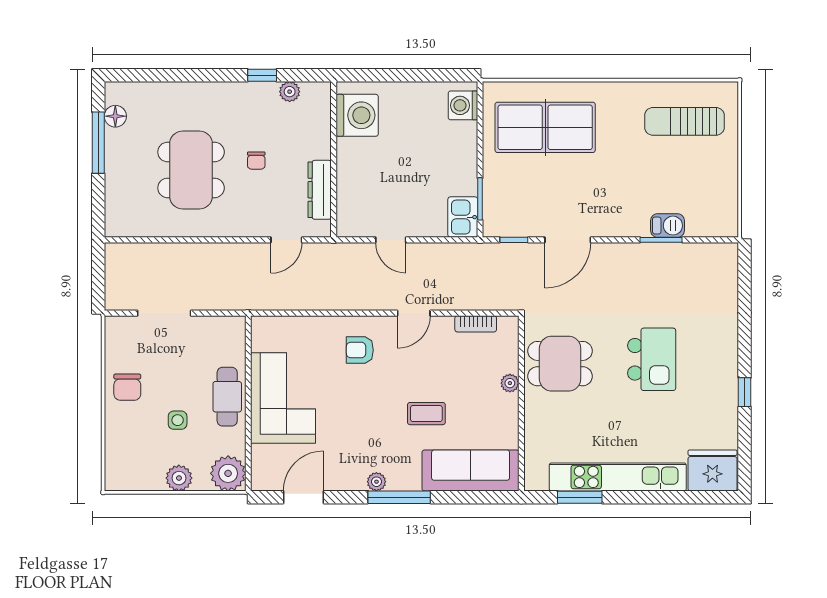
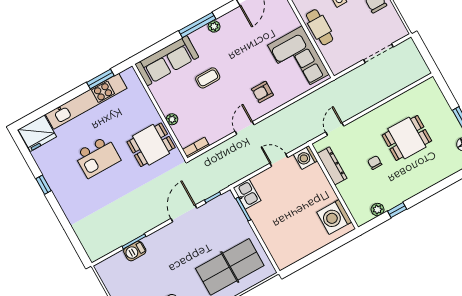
washing machine: (463, 105) -> (305, 157), moved, turned 180
dining table: (191, 170) -> (407, 138), width x0.73
bookcase: (476, 324) -> (196, 148), moved
armchair: (360, 350) -> (262, 92), turned 180
kitchen island: (652, 359) -> (97, 157), moved, turned -90
corner sofa: (283, 398) -> (298, 60), moved

